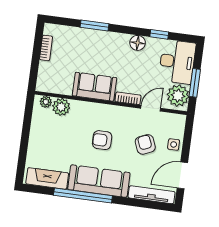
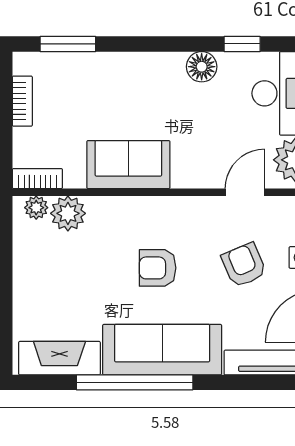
window: (95, 26) -> (68, 44), moved
bookcase: (128, 98) -> (37, 179), moved

